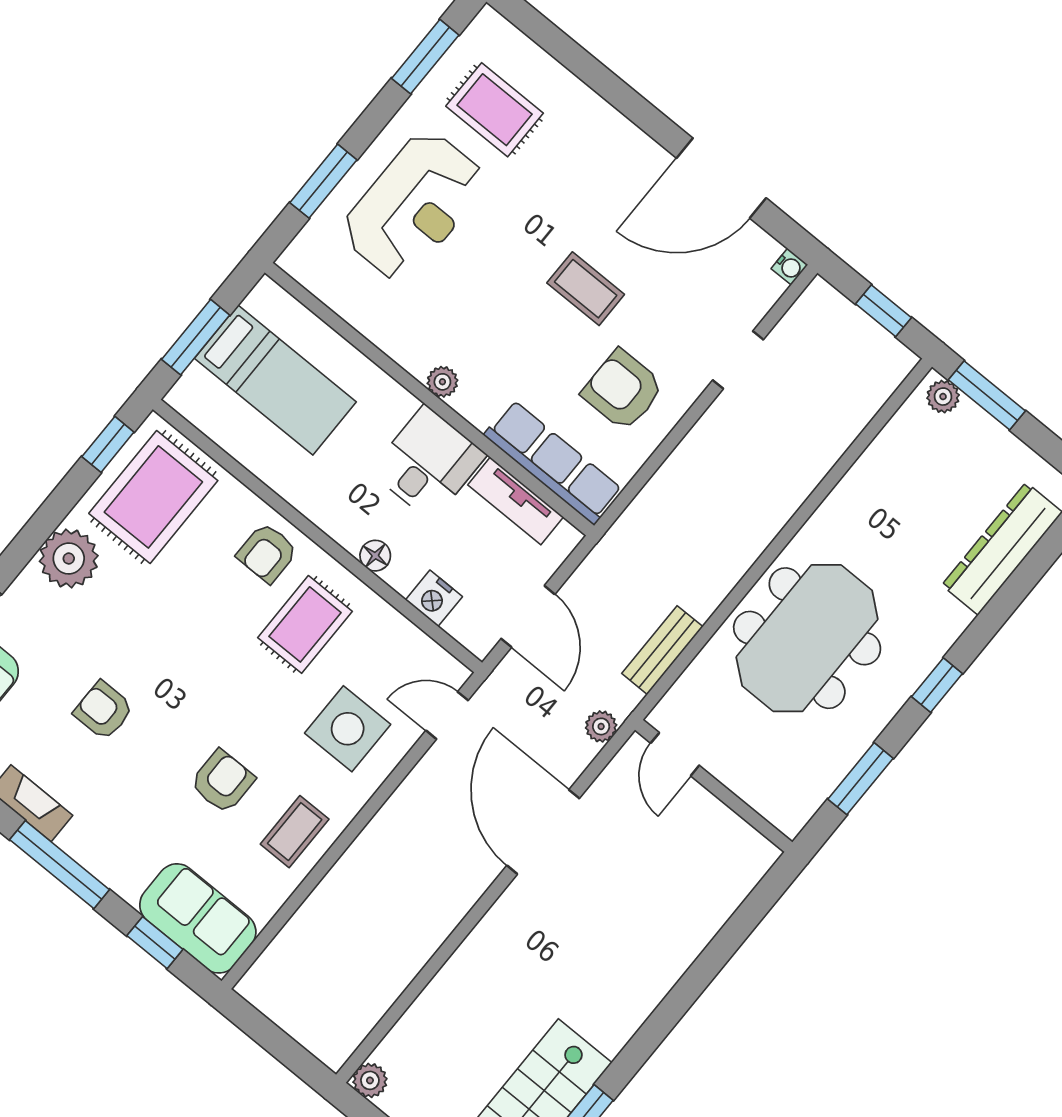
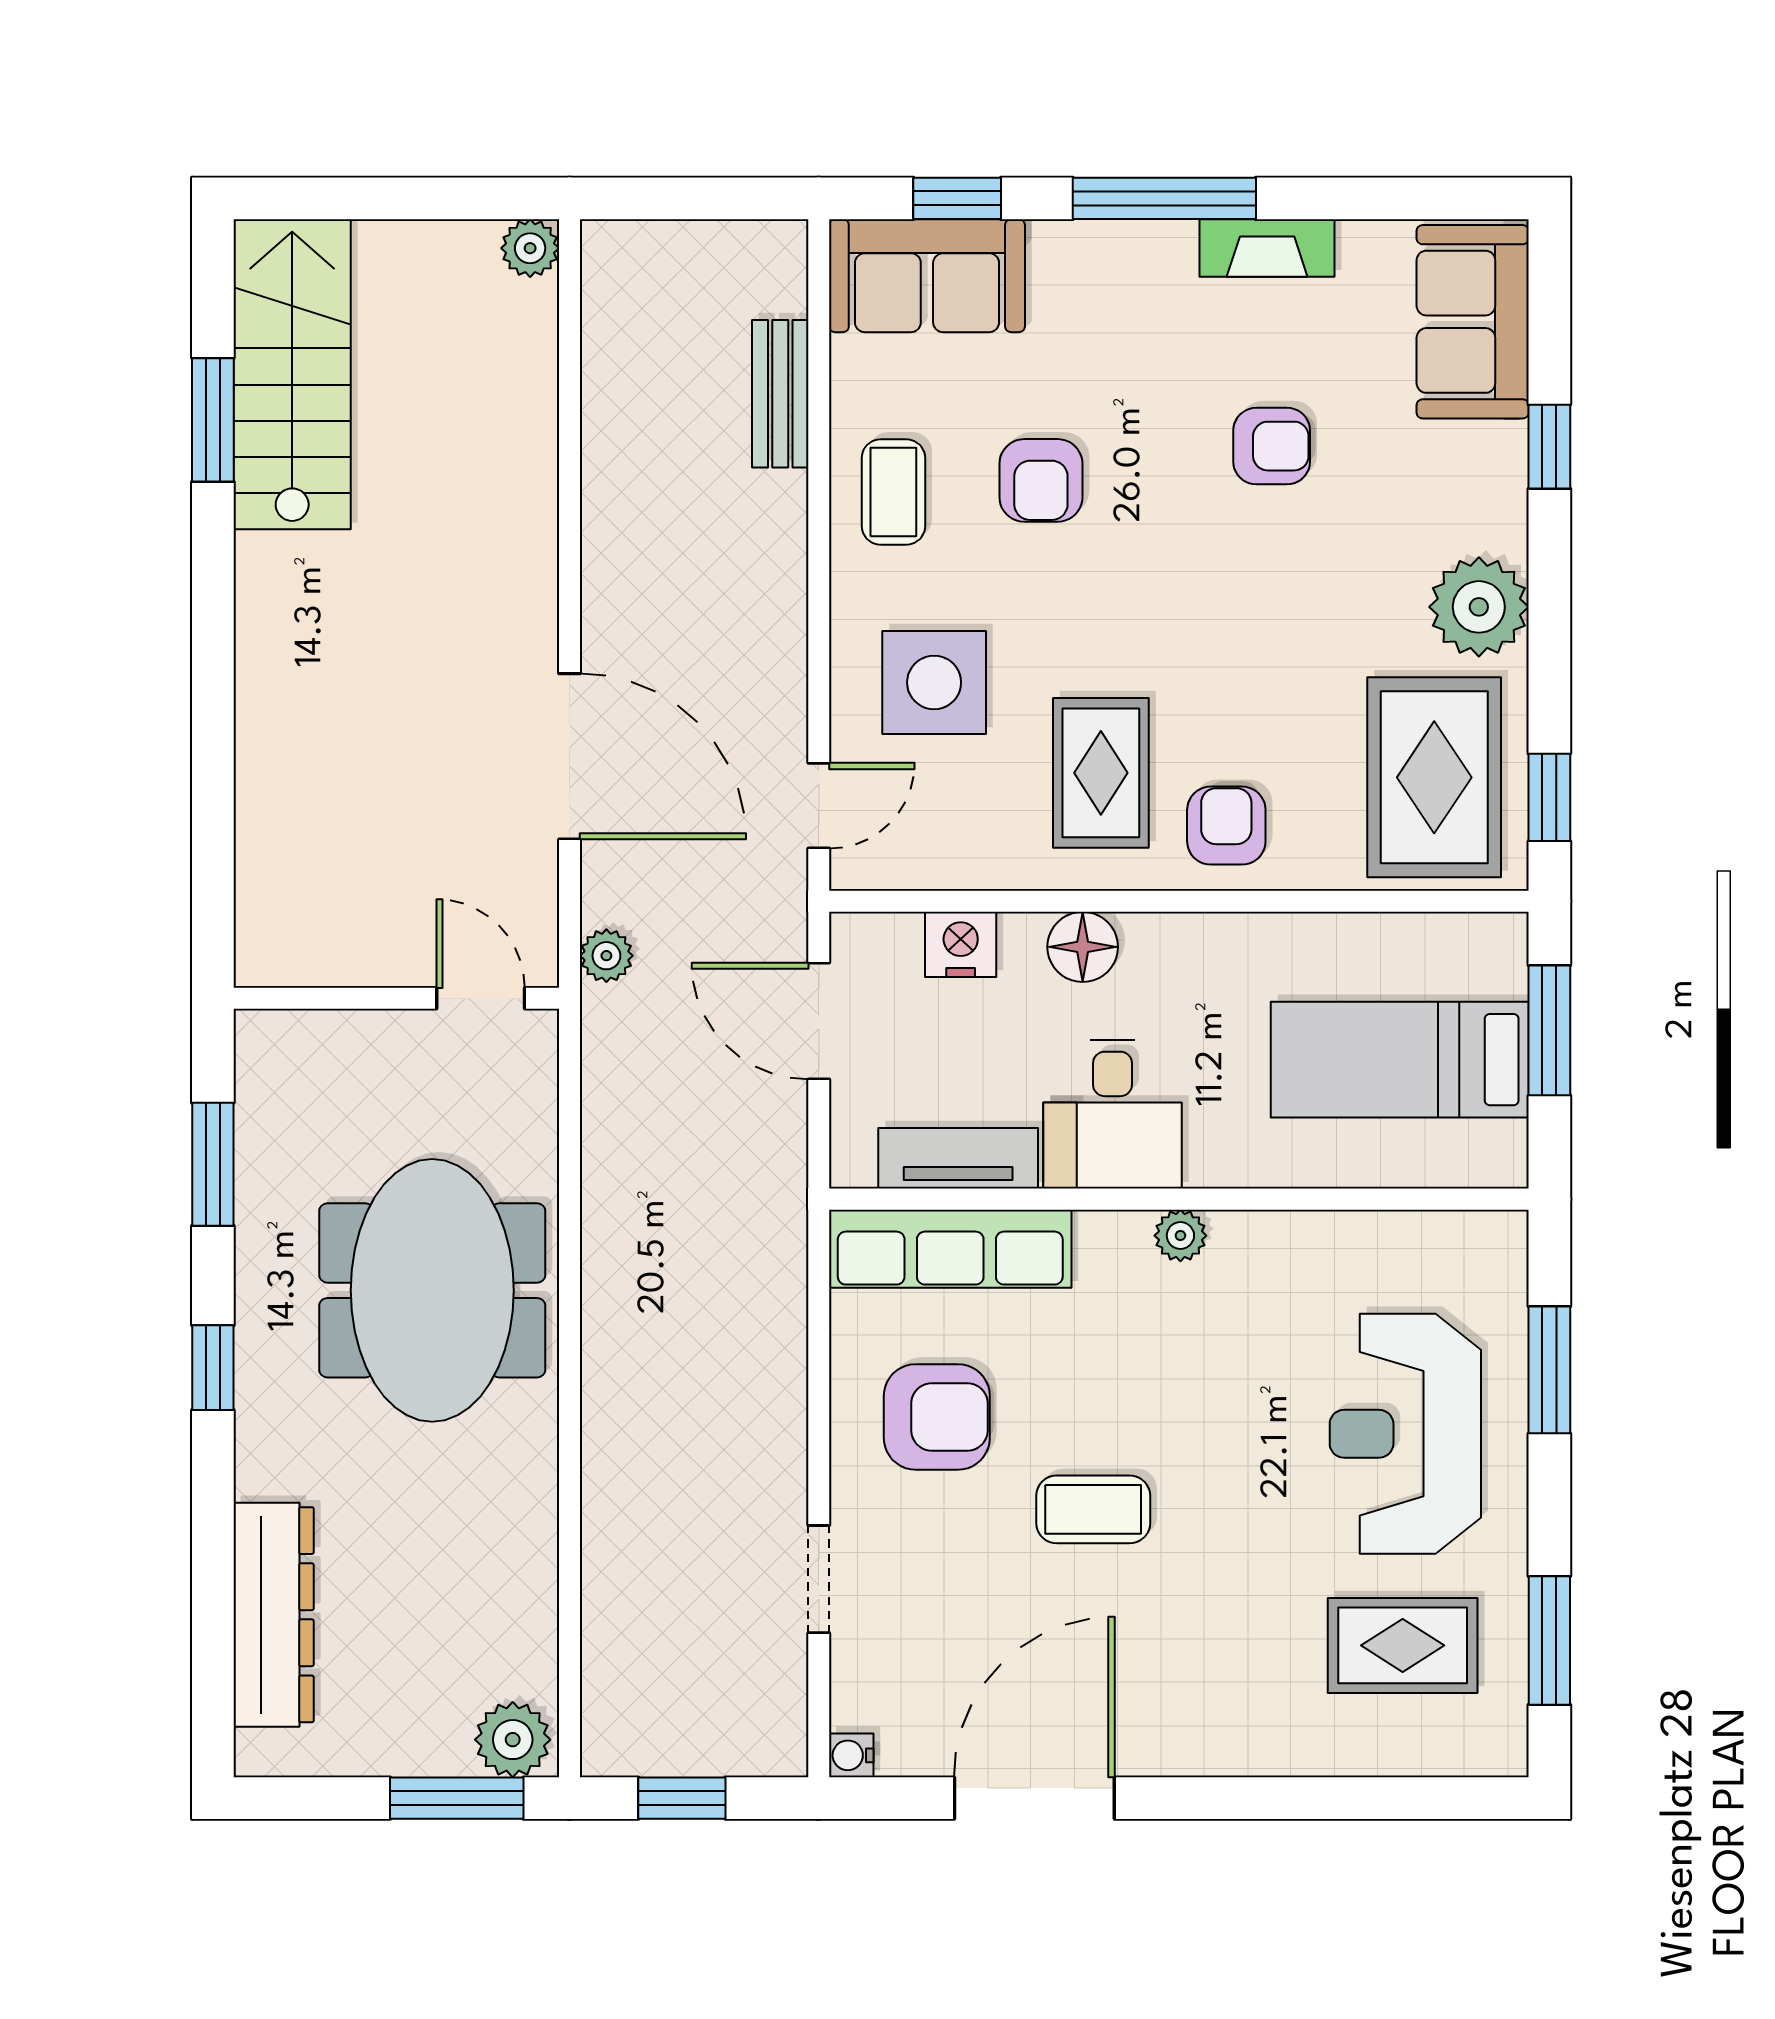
plant: (943, 397) -> (513, 1740), width x1.38, depth x1.38
floor lamp: (375, 556) -> (1083, 947), width x1.37, depth x1.37
bench: (662, 650) -> (780, 394), moved

